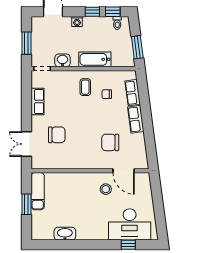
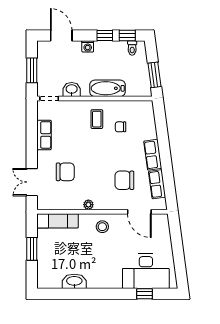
row of seats: (133, 93) -> (157, 184), moved
plant: (78, 164) -> (88, 205), added
stool: (106, 189) -> (102, 227), moved
exam couch: (38, 191) -> (58, 221), moved, turned 90

